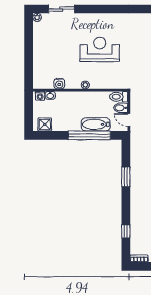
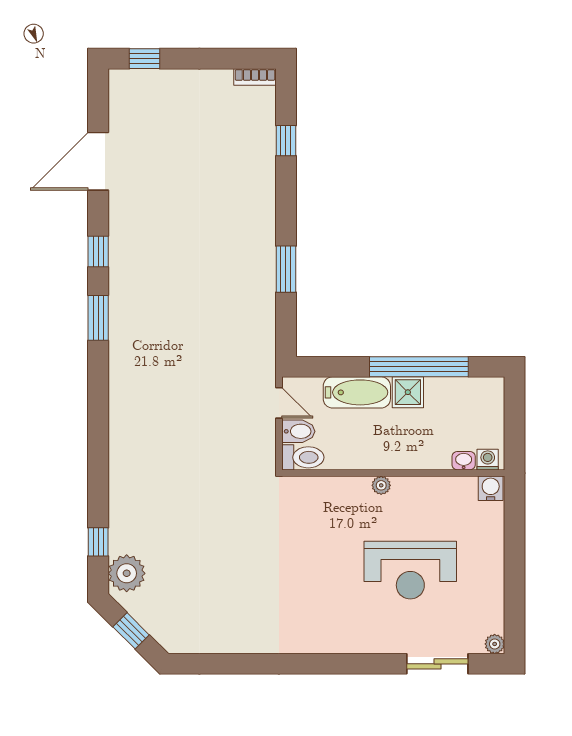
reception desk: (100, 49) -> (410, 570), moved
water cooler: (59, 84) -> (491, 488), moved
shower: (45, 124) -> (408, 392), moved
window: (89, 135) -> (419, 367), moved

